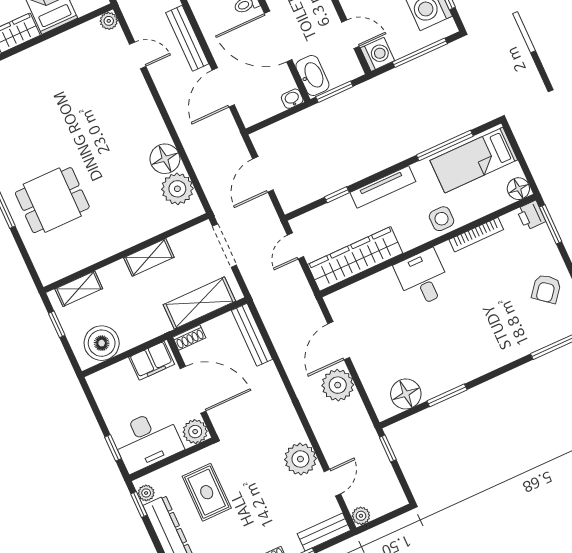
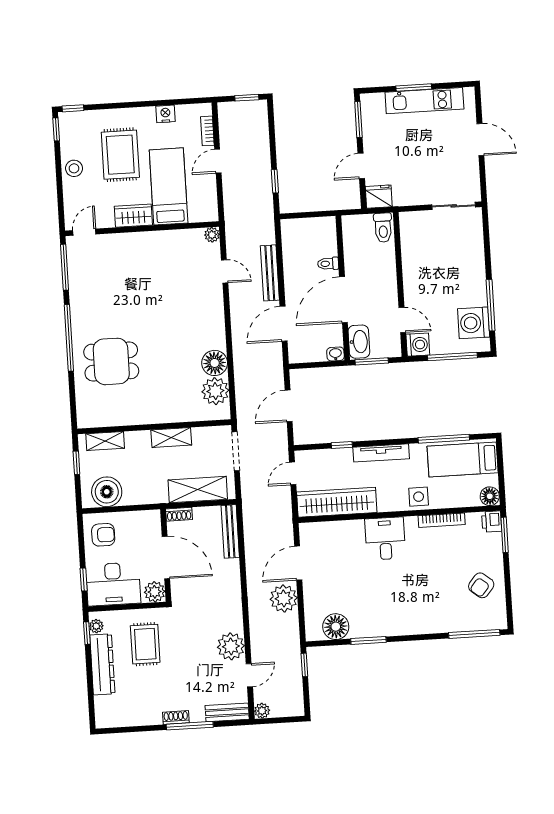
door: (278, 37) -> (343, 300), hinge flipped
filing cabinet: (152, 361) -> (142, 521), removed
armchair: (116, 391) -> (103, 535), added

